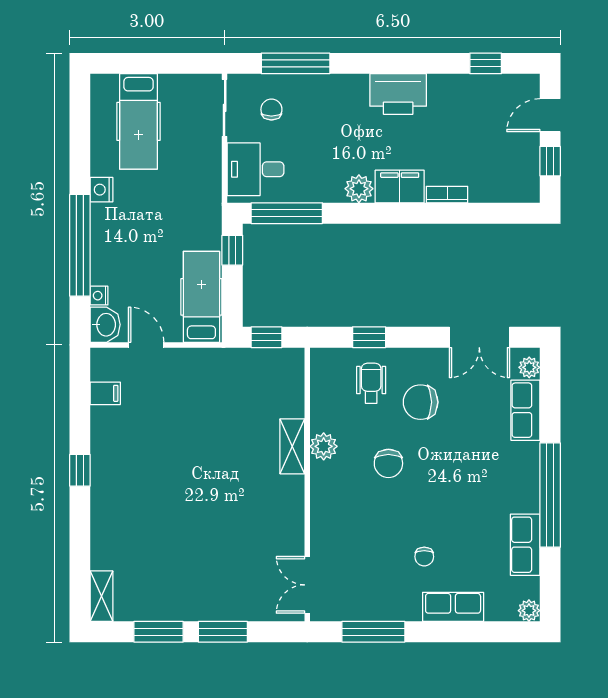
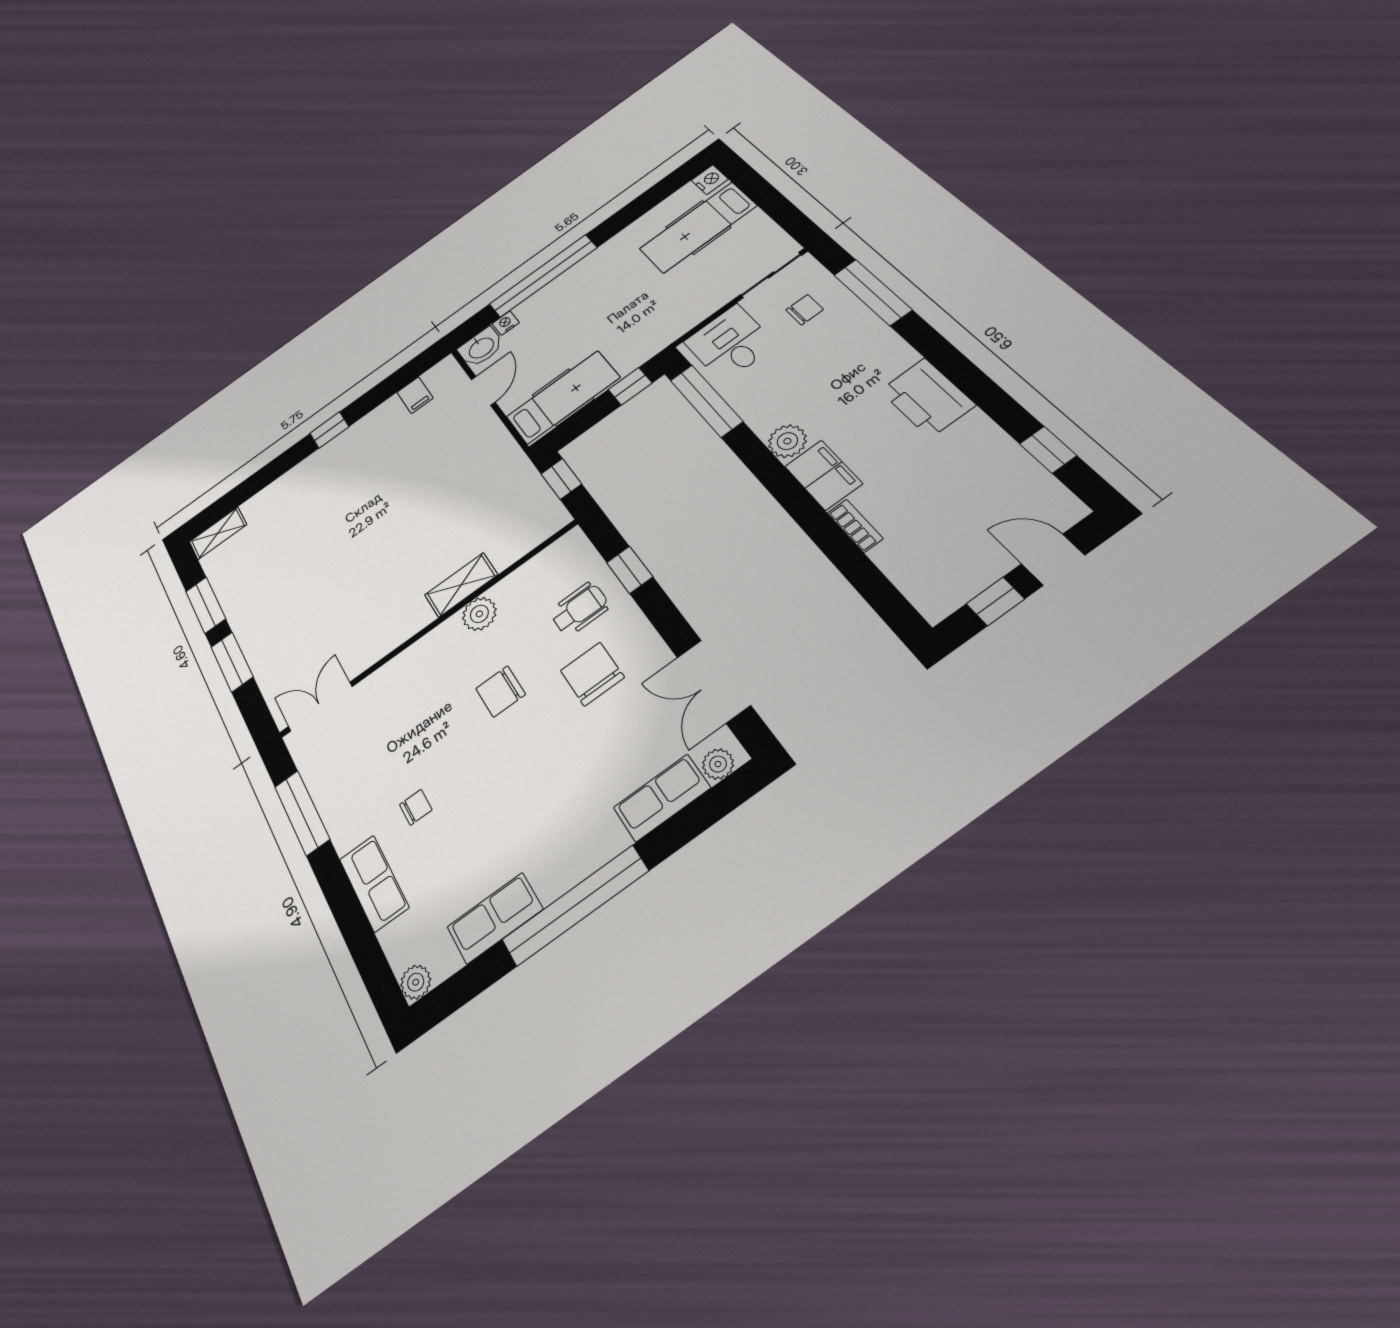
nightstand: (102, 190) -> (710, 180), moved, turned 90
chair: (424, 557) -> (416, 807), turned 180

